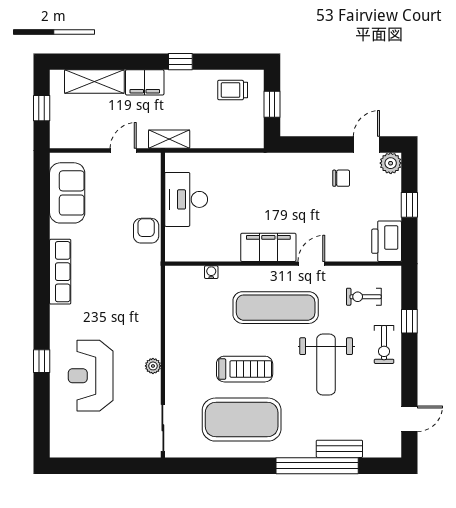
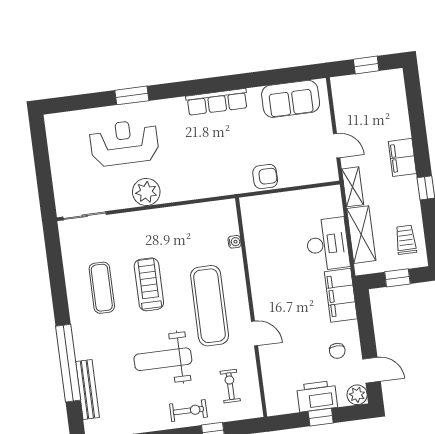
shelving: (94, 82) -> (361, 235), moved
desk: (186, 199) -> (327, 244), moved, turned 90
printer: (387, 241) -> (317, 396), moved
filing cabinet: (268, 247) -> (341, 295), moved, turned 180
exercise bike: (384, 344) -> (188, 411), turned 180
window: (42, 361) -> (132, 95), width x1.50
plant: (153, 366) -> (146, 192), width x1.88, depth x1.88
treadmill: (245, 369) -> (149, 284), turned 180
exercise mat: (242, 420) -> (102, 288), width x0.50, depth x0.69
bench: (339, 449) -> (87, 390), width x1.36

